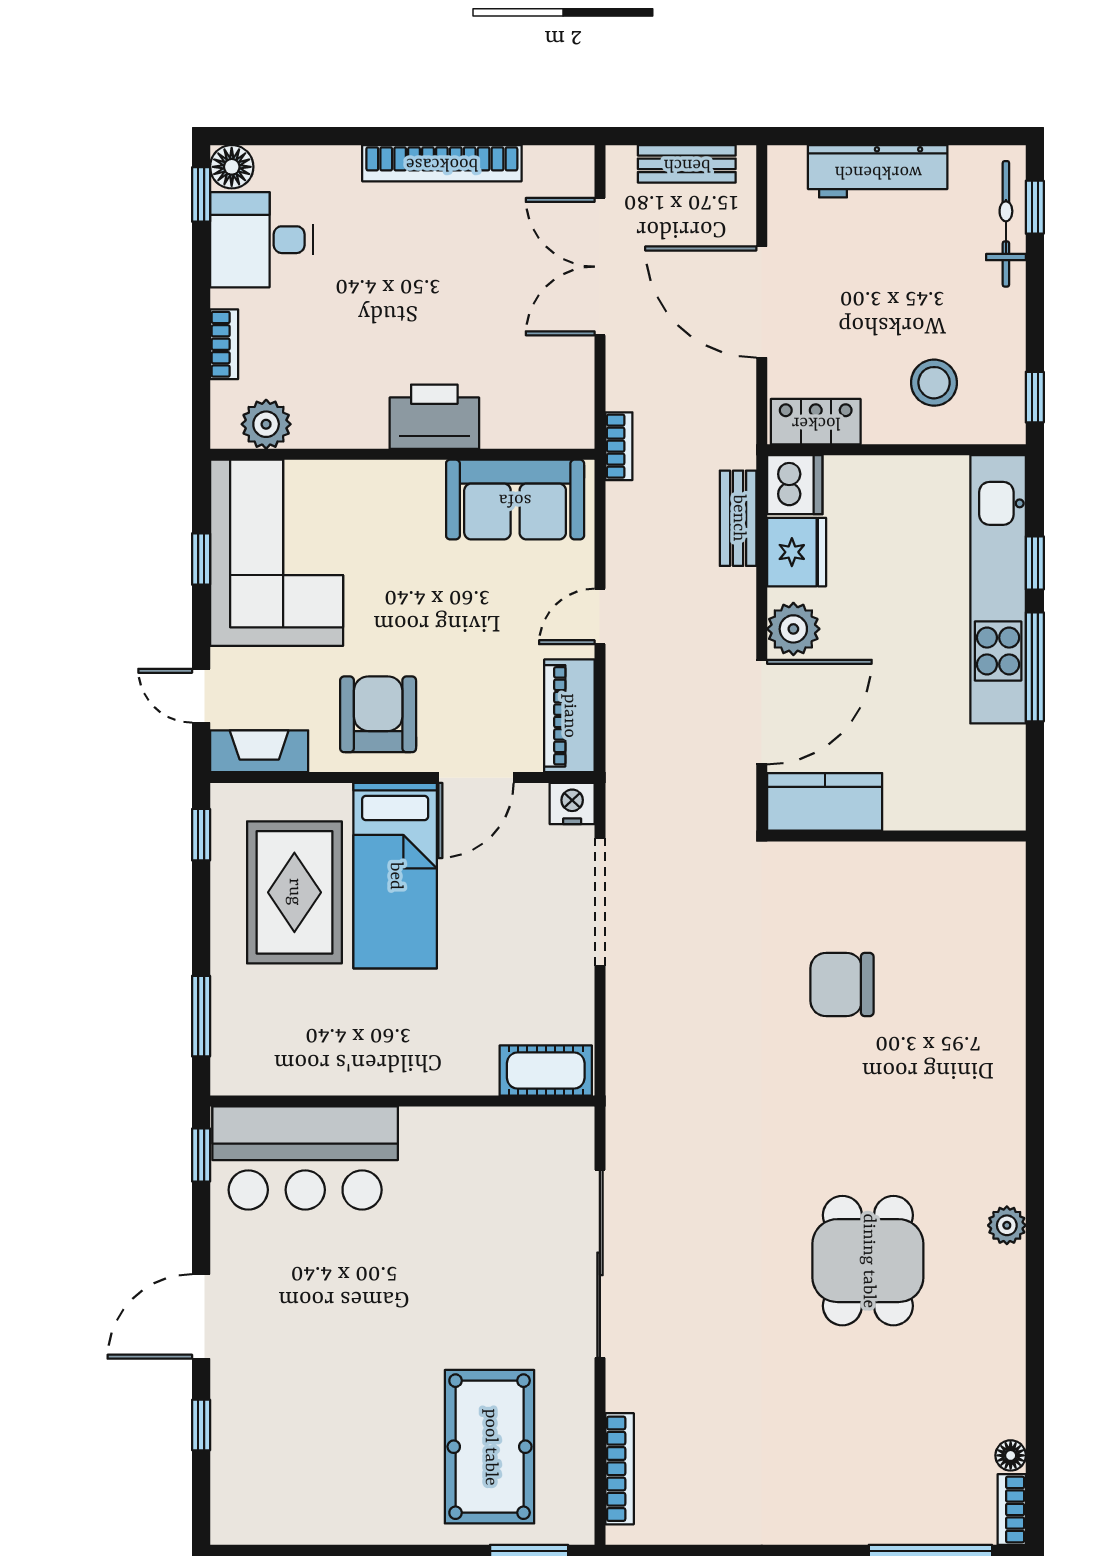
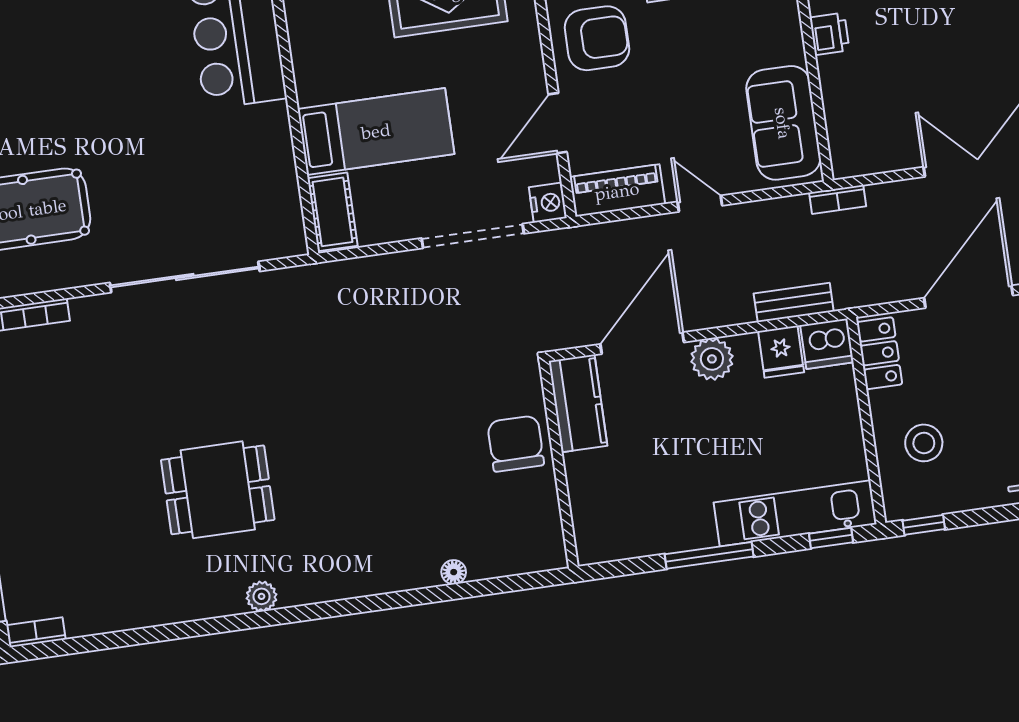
printer: (434, 417) -> (830, 34), width x0.53, depth x0.68
fridge: (797, 552) -> (781, 352), width x0.72
window: (1035, 563) -> (831, 538), moved
kitchen unit: (998, 589) -> (795, 513), width x0.73
door: (762, 712) -> (642, 343), swing flipped
door: (476, 778) -> (558, 123), hinge flipped
bed: (395, 876) -> (376, 131), moved, turned 180
chair: (842, 984) -> (516, 444), moved
floor lamp: (1011, 1455) -> (454, 572), moved

